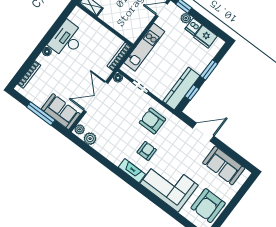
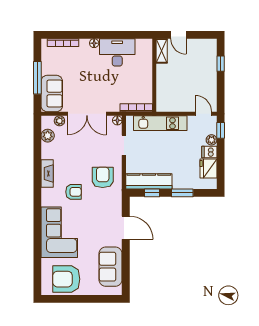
double door: (96, 97) -> (87, 114), swing flipped
plant: (80, 129) -> (59, 121), moved
fireplace: (132, 171) -> (47, 174), moved

